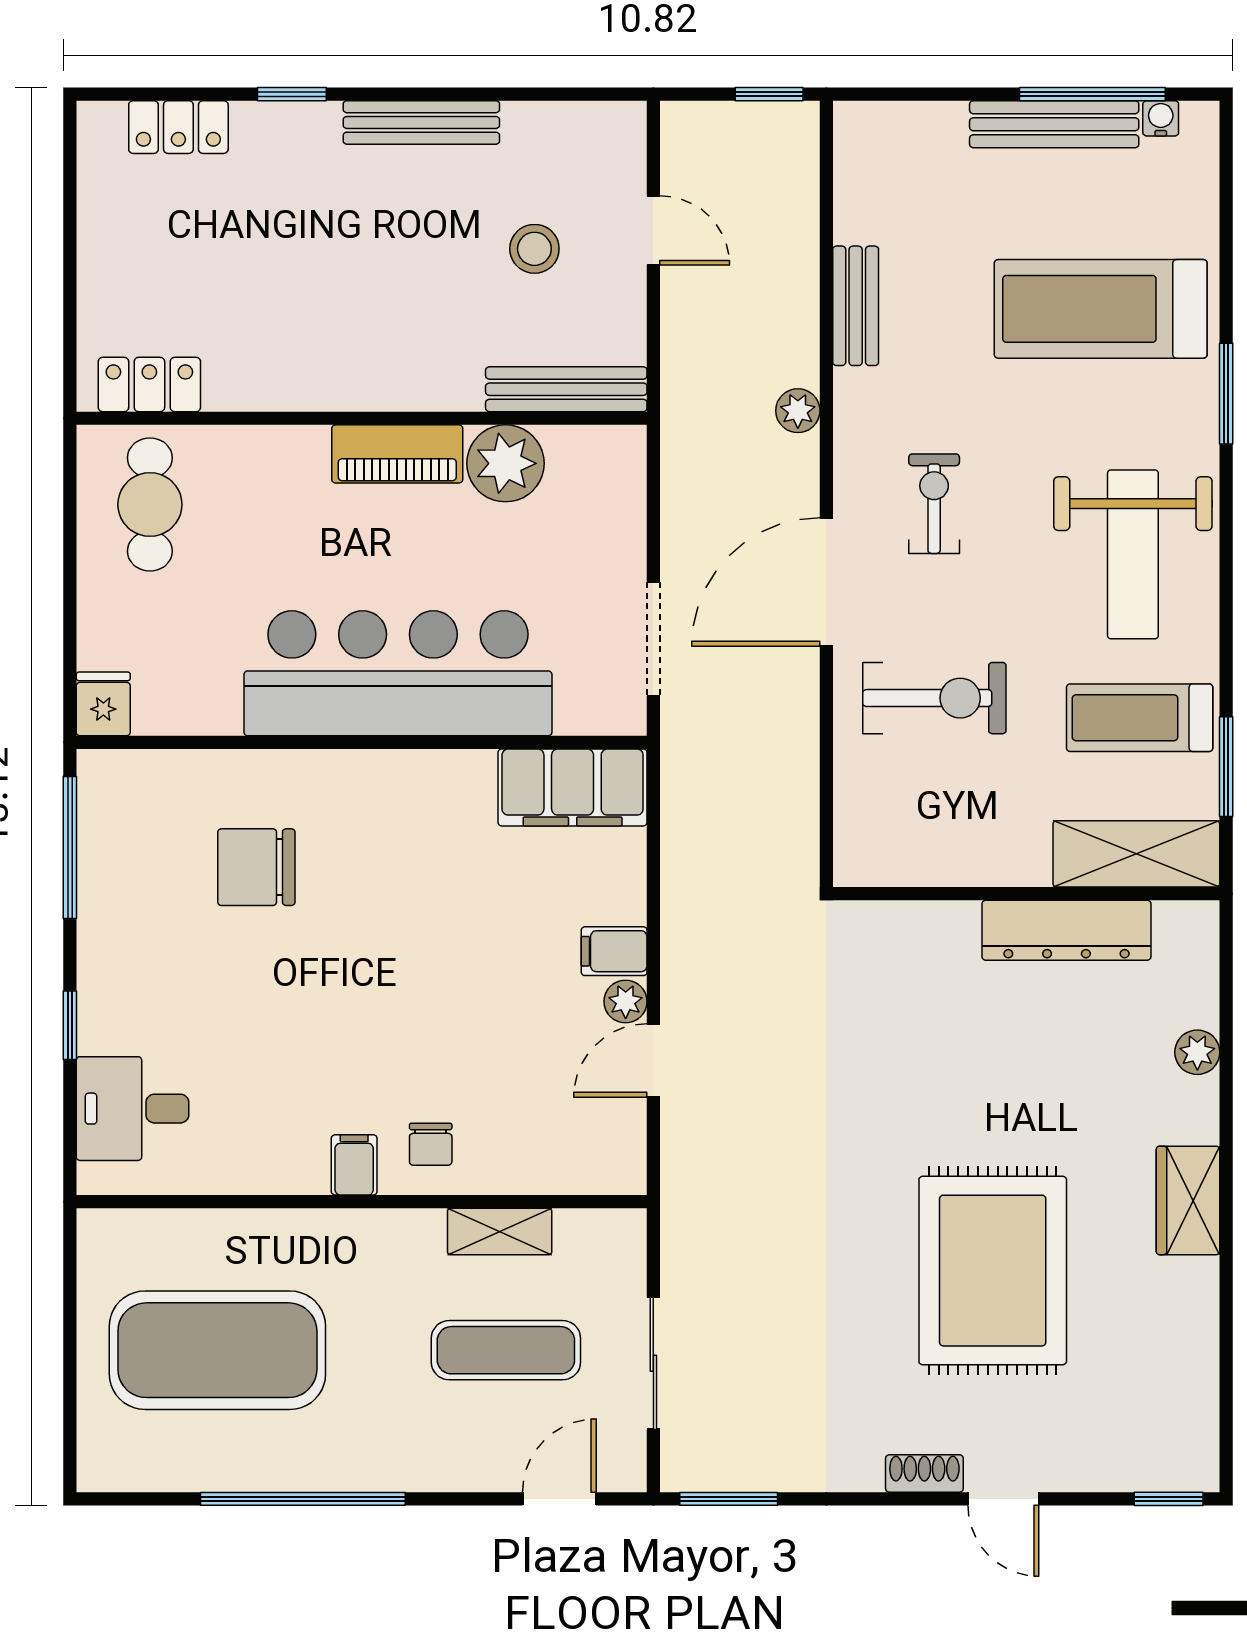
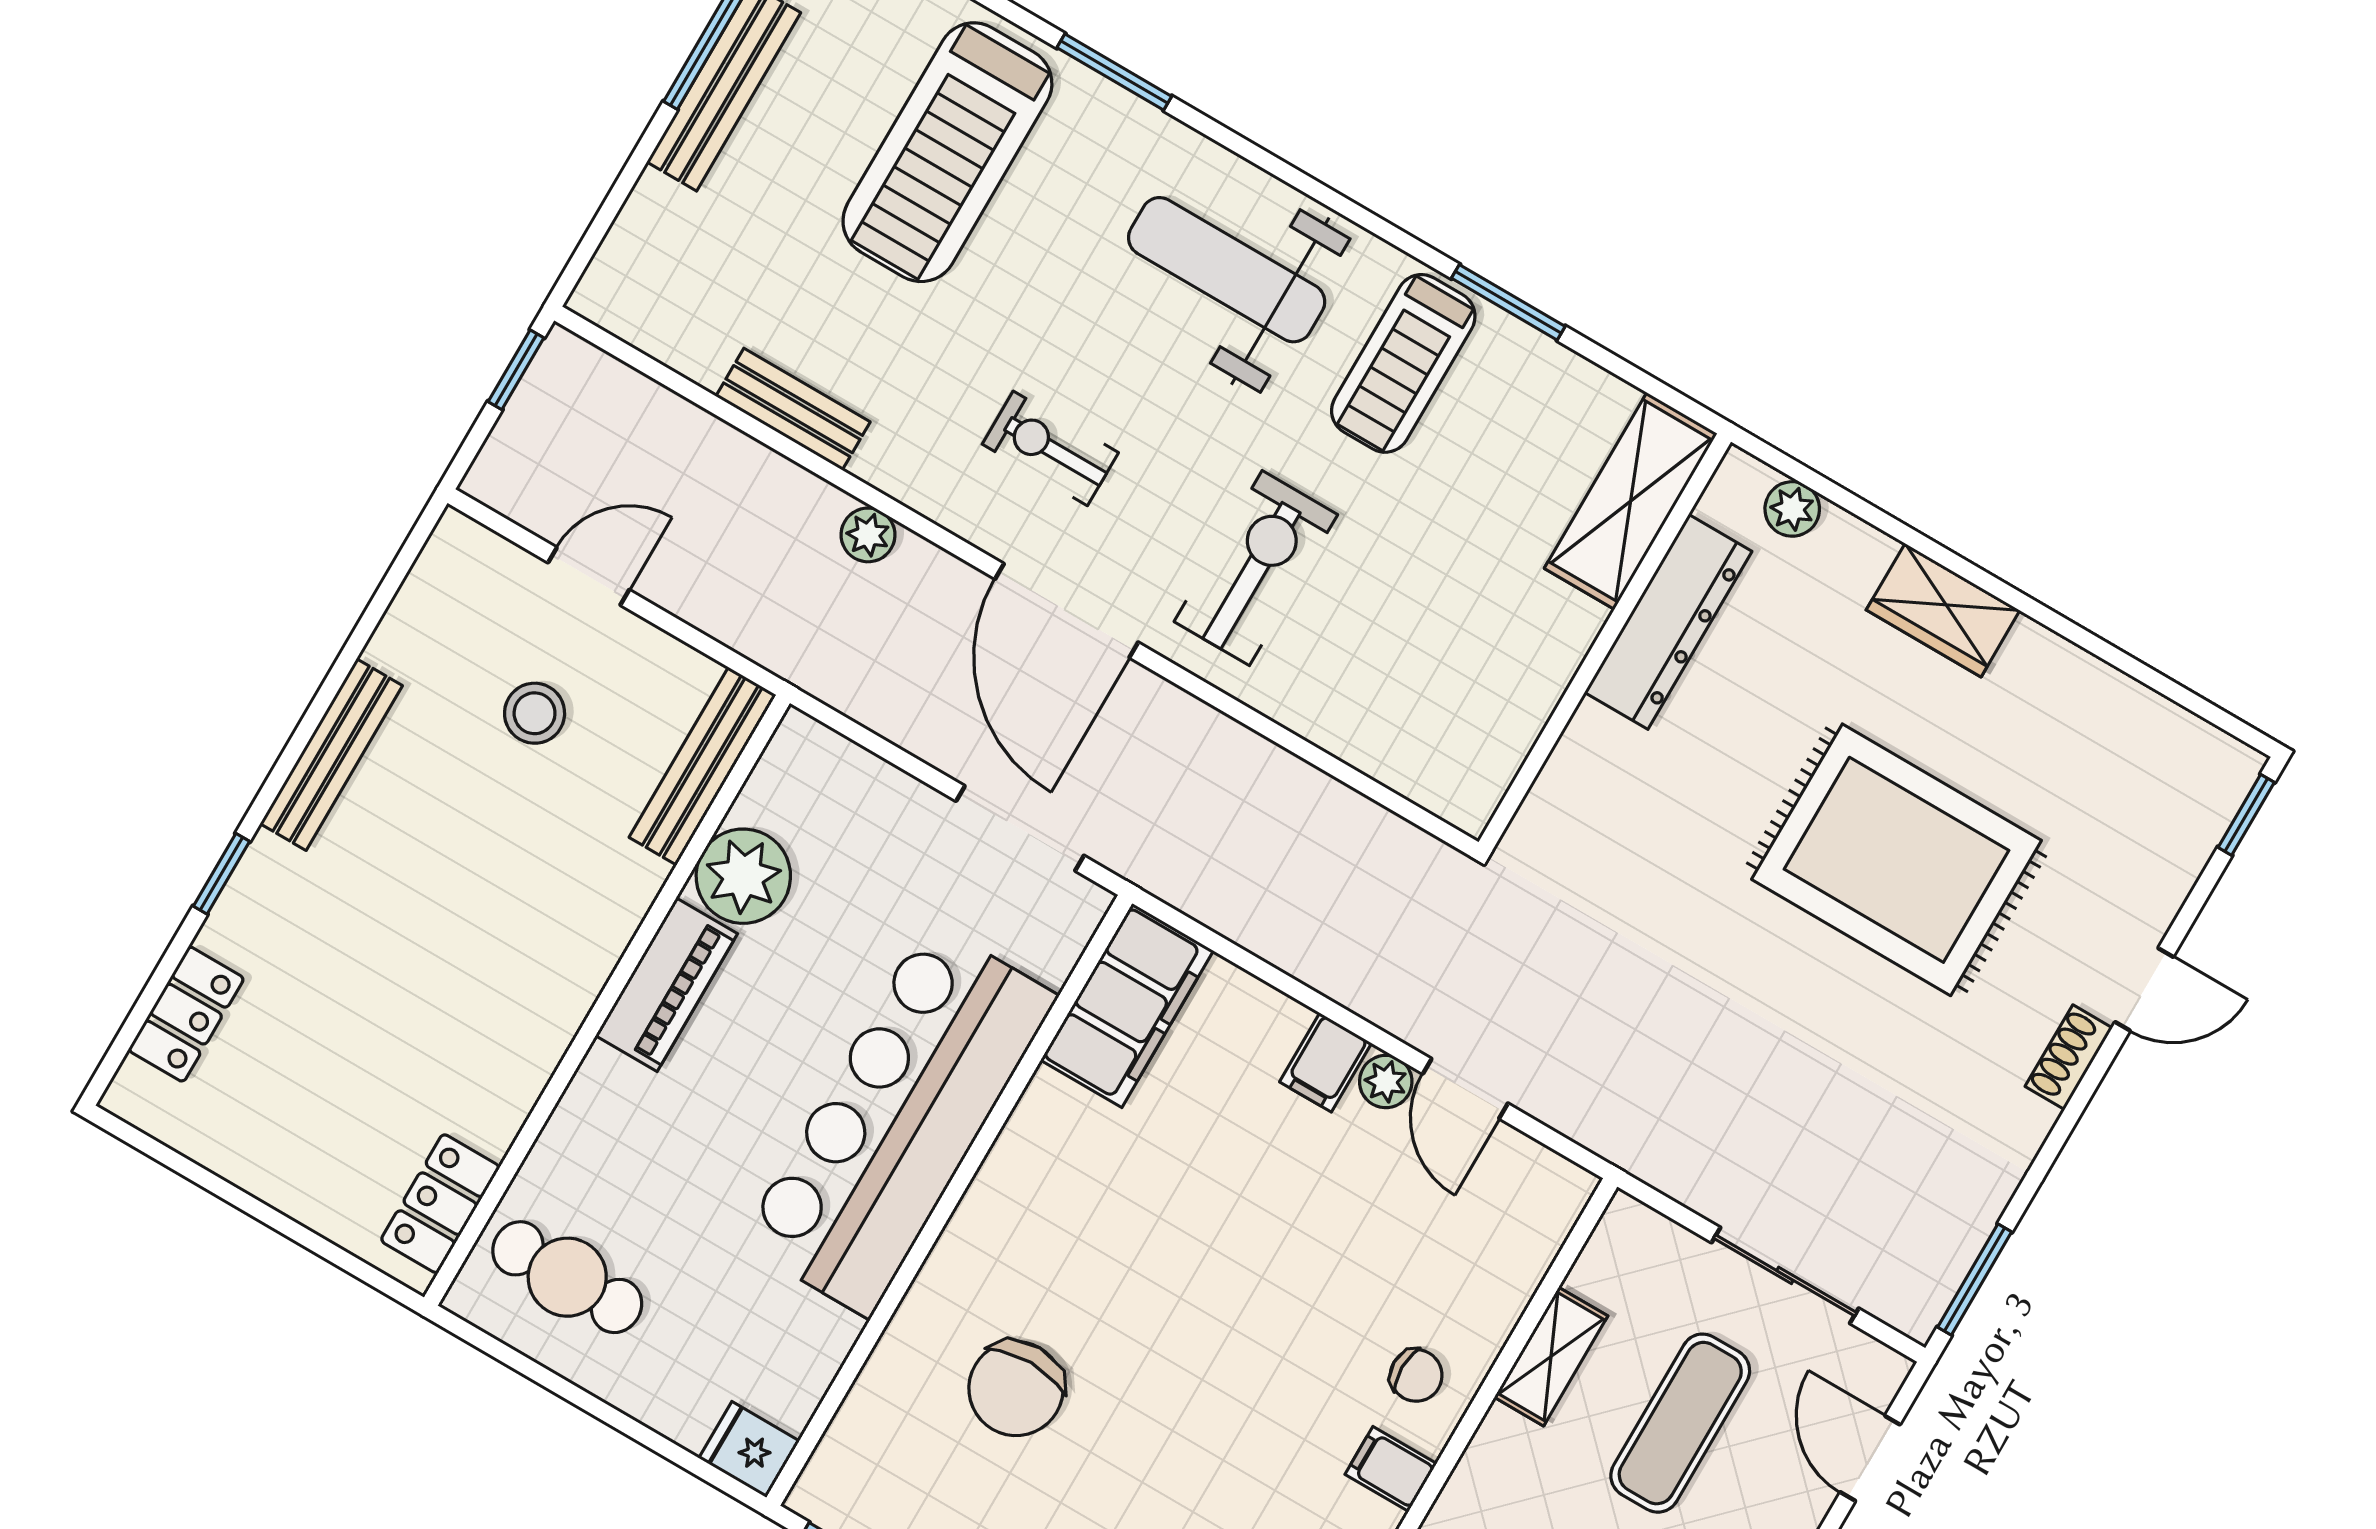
weight bench: (1133, 554) -> (1227, 270), turned 180
shelving: (1136, 854) -> (1631, 501), moved
wall: (1026, 894) -> (1605, 642), moved
dresser: (1066, 930) -> (1668, 622), moved

